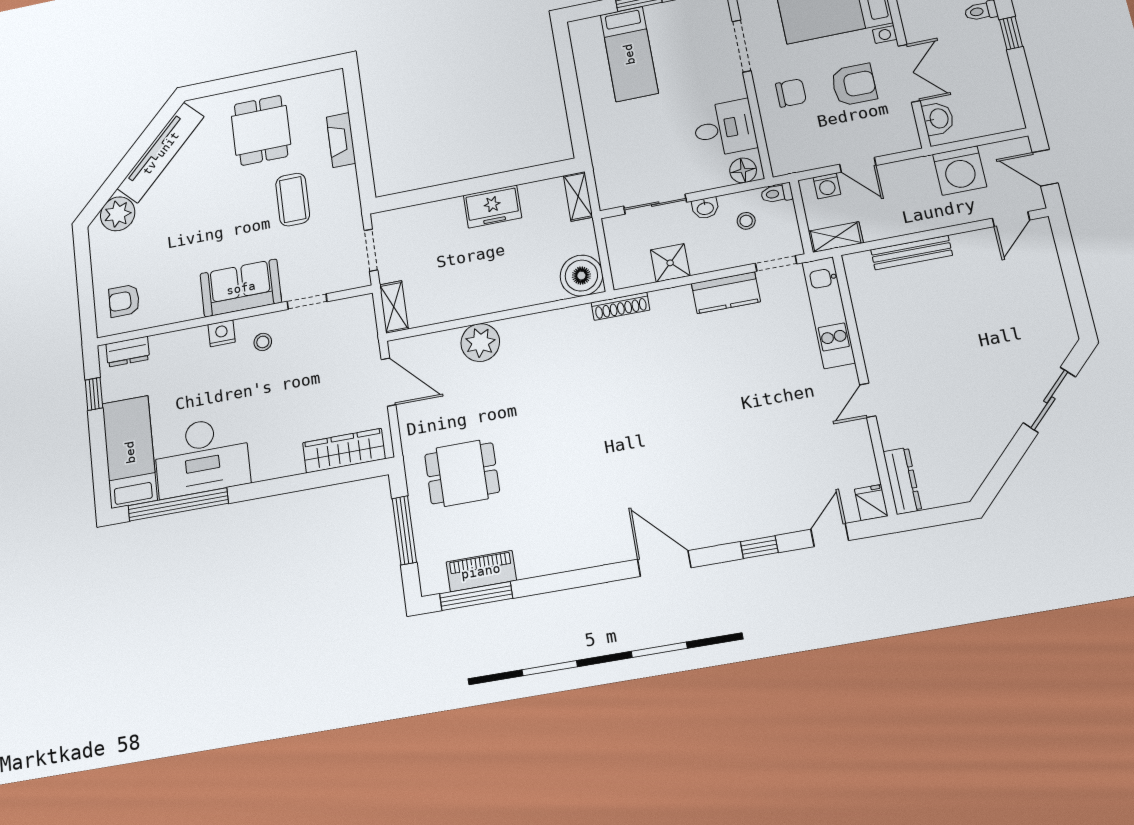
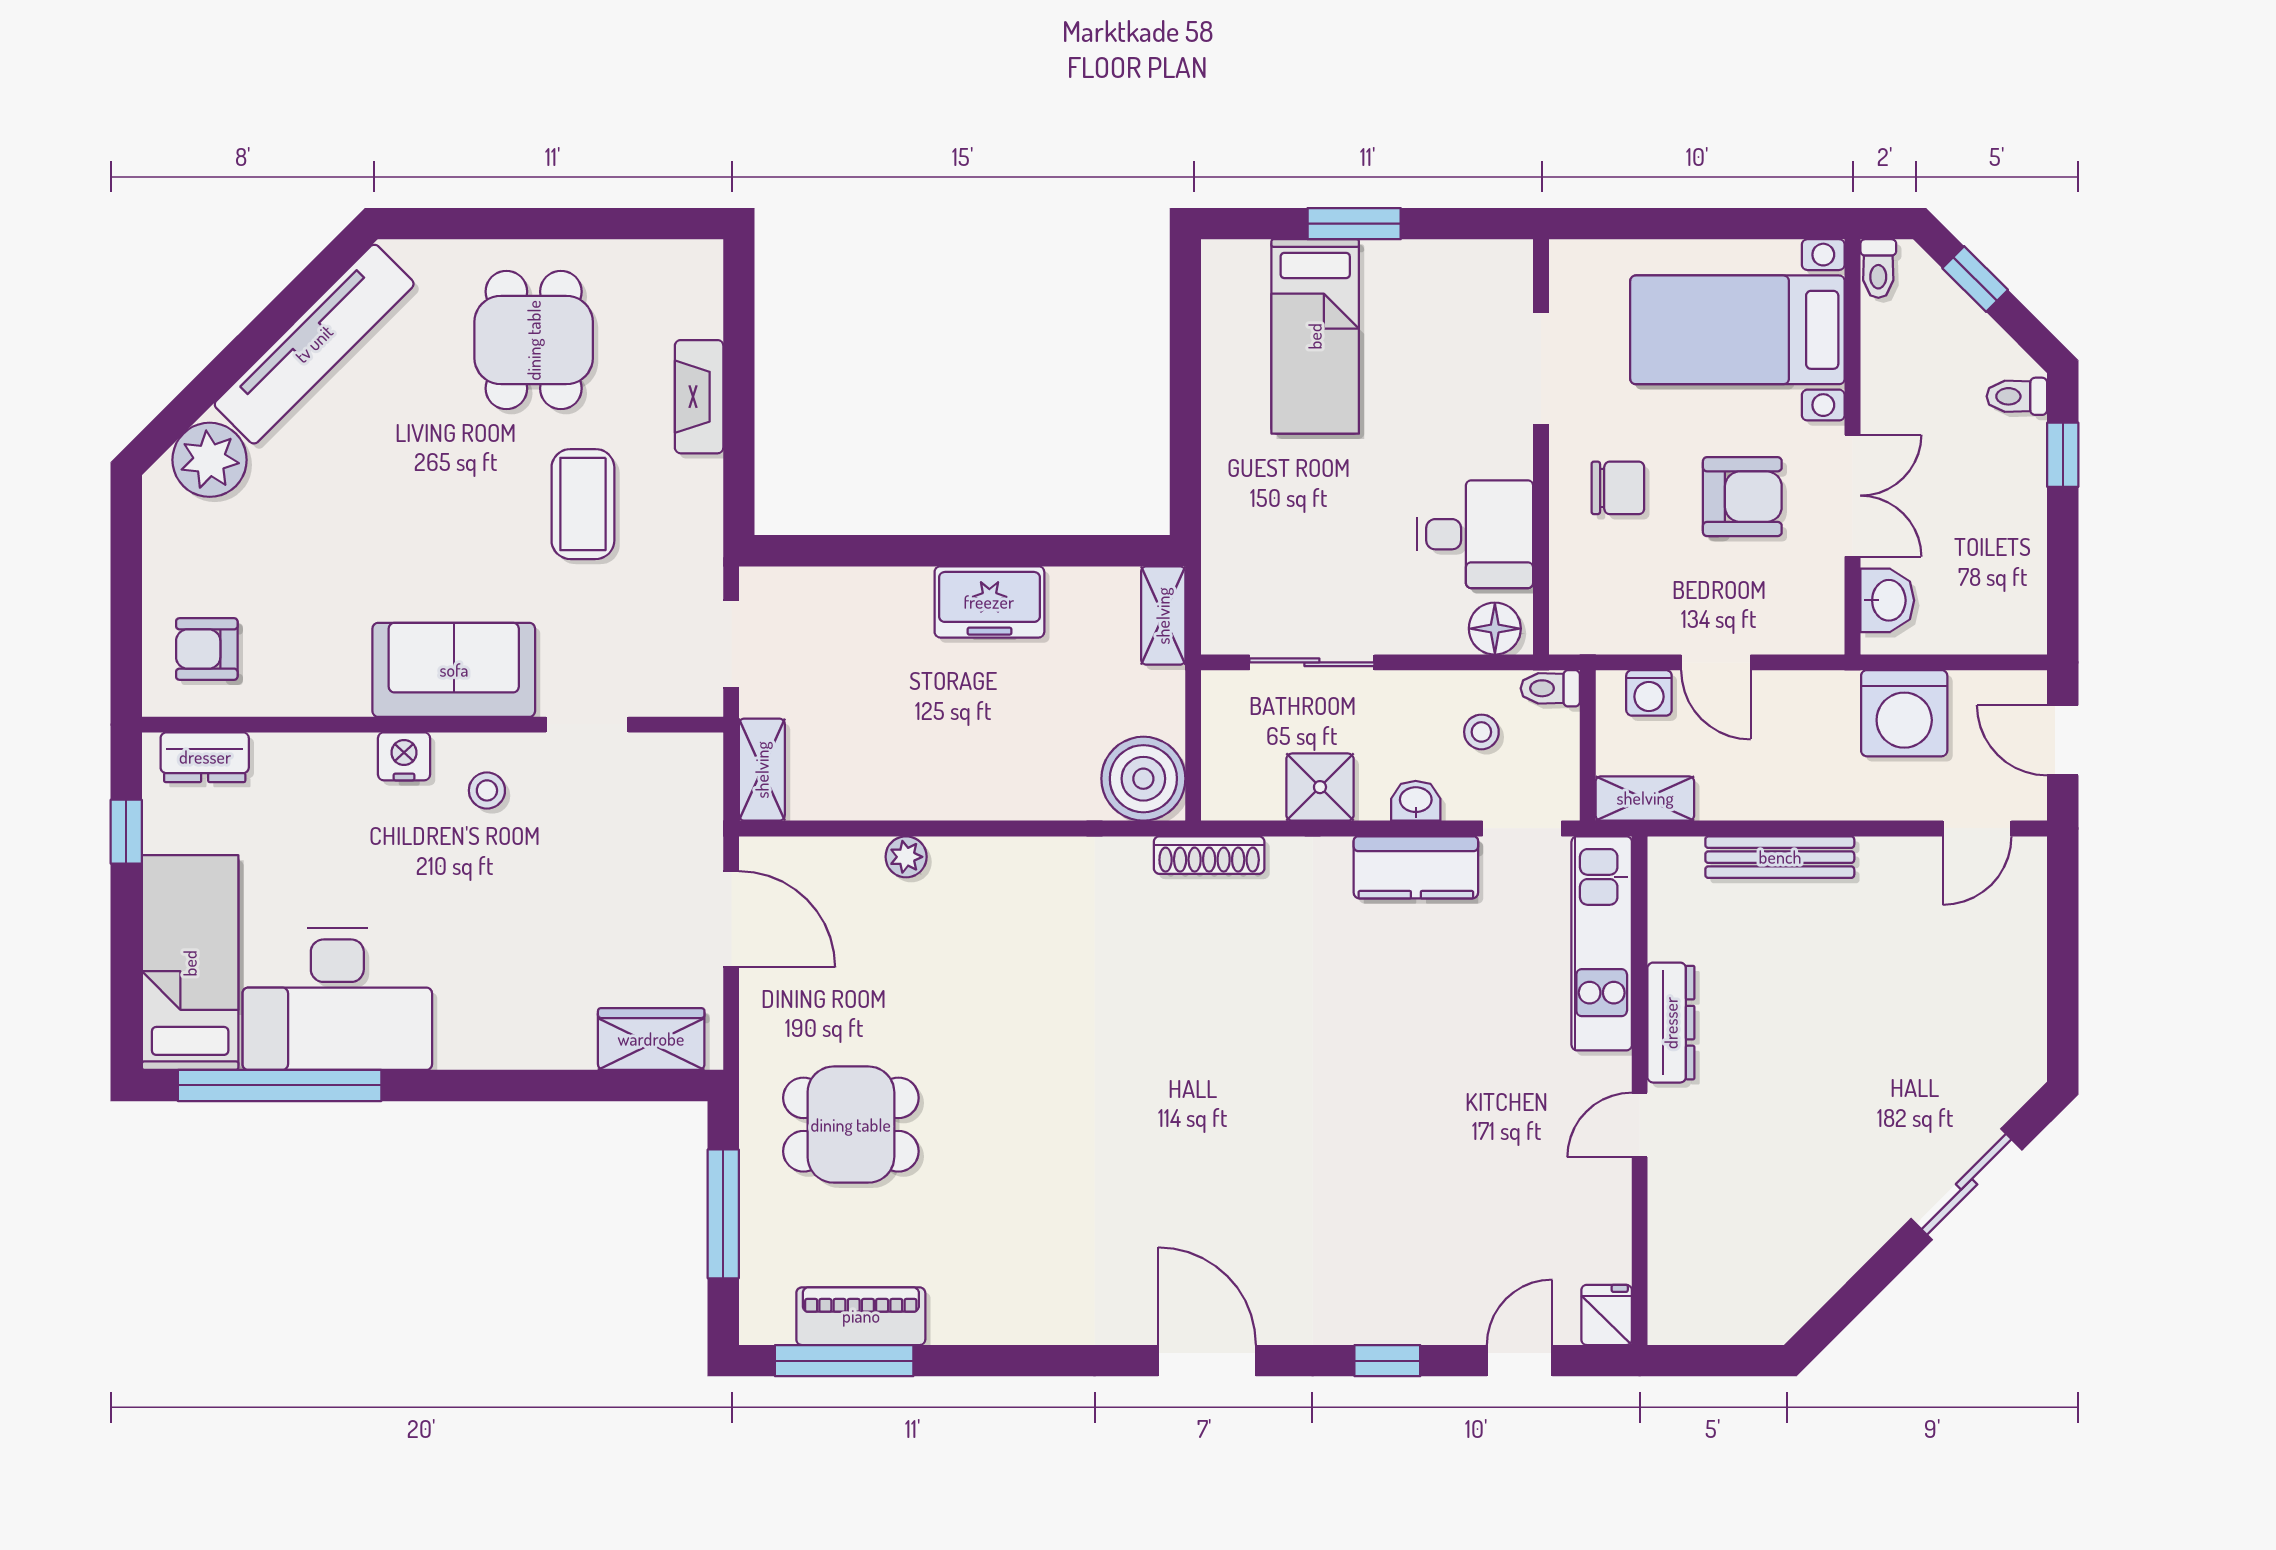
washbasin: (705, 208) -> (1416, 801), moved, turned 180
plant: (480, 343) -> (906, 857), width x0.53, depth x0.53
wardrobe: (344, 451) -> (651, 1039), width x0.67
dresser: (902, 481) -> (1671, 1023), moved

